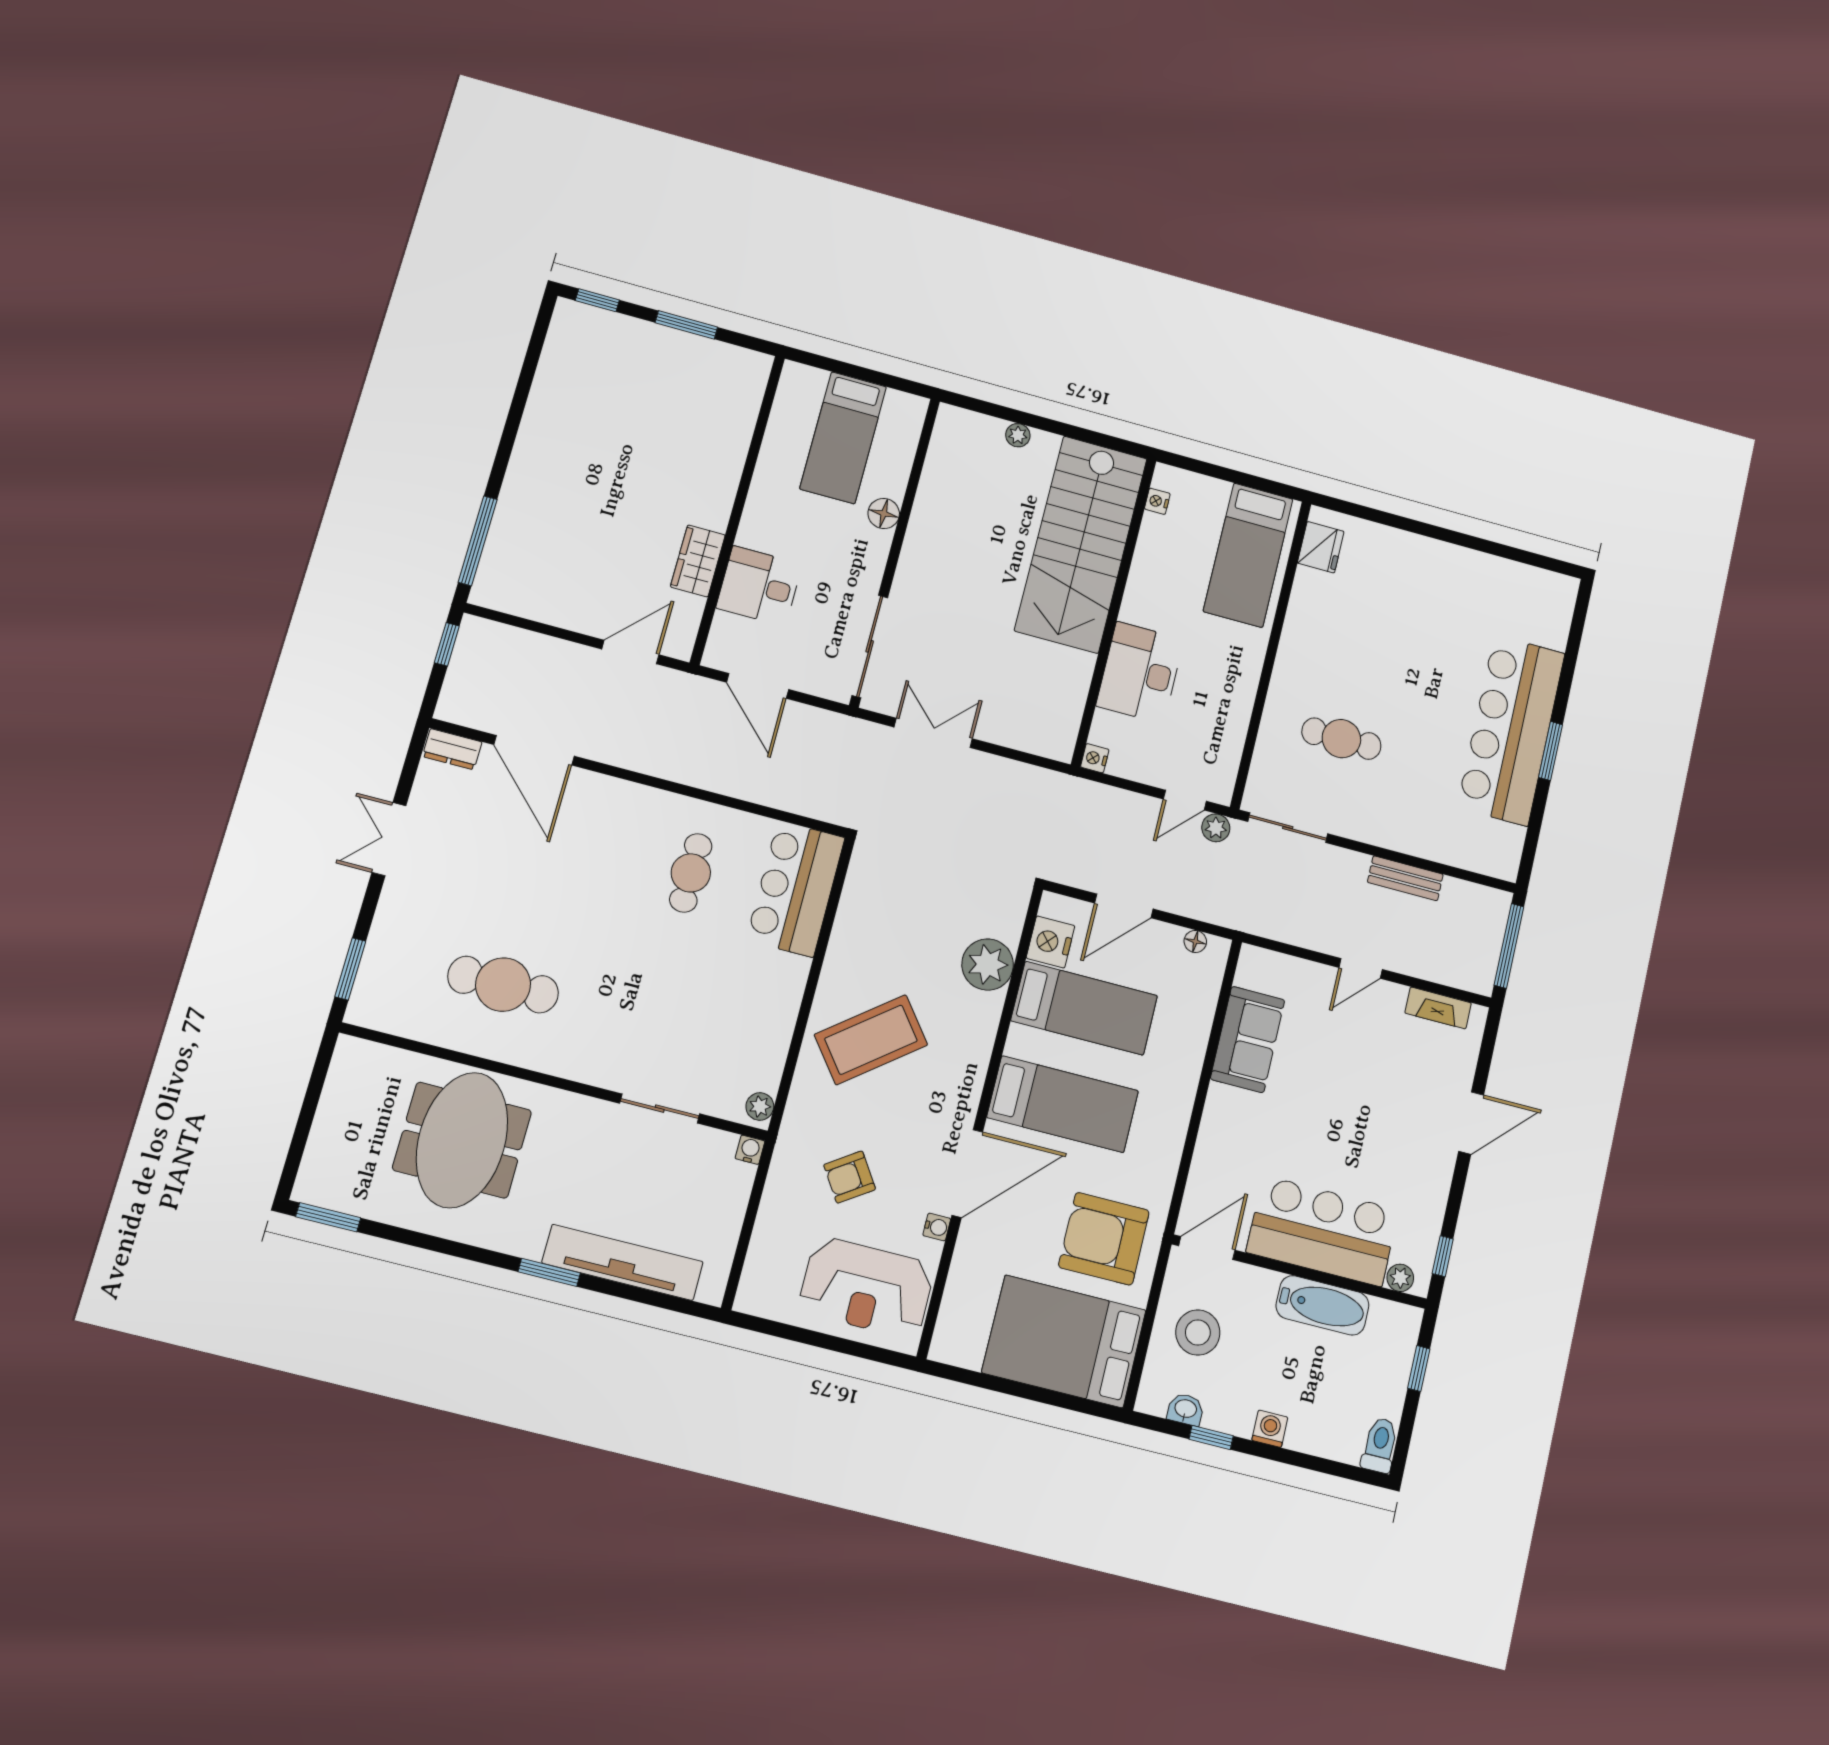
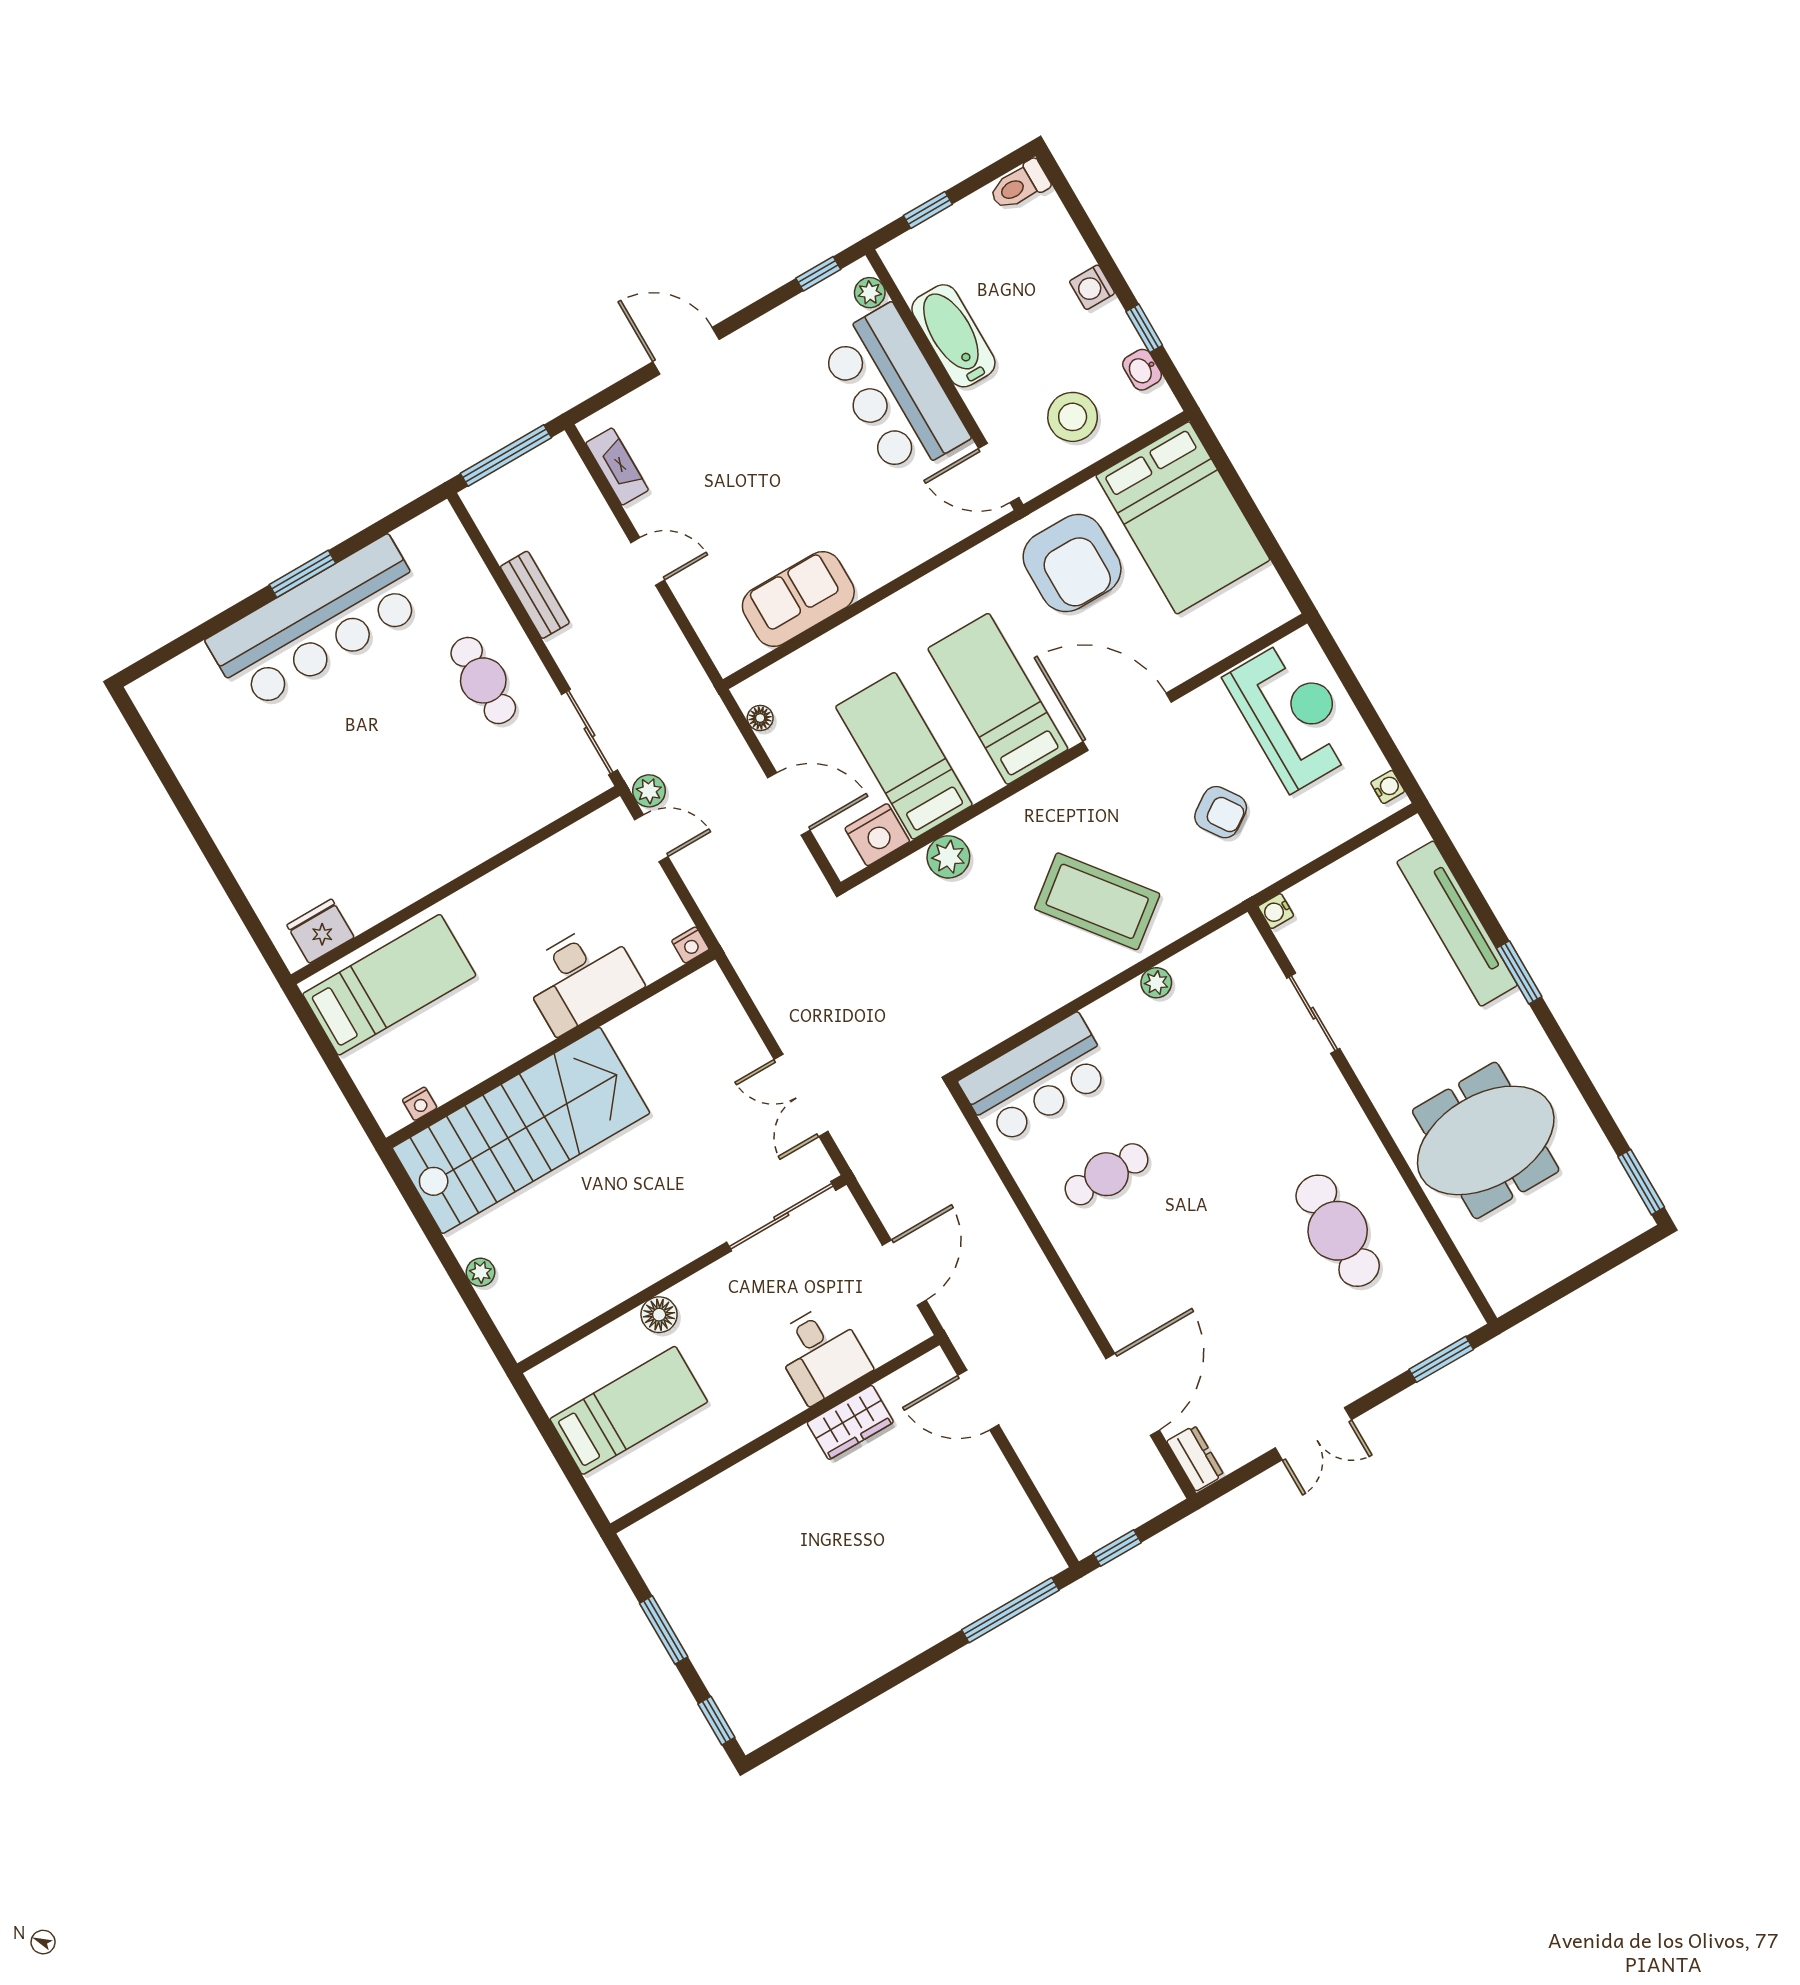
cafe table: (1341, 739) -> (483, 680), moved
plant: (988, 965) -> (948, 857), width x0.73, depth x0.73
plant: (760, 1106) -> (1156, 983), moved
water cooler: (937, 1227) -> (1388, 787), moved, turned 90

